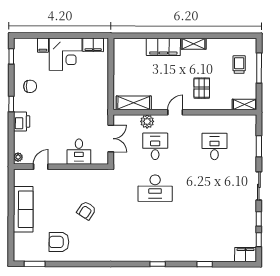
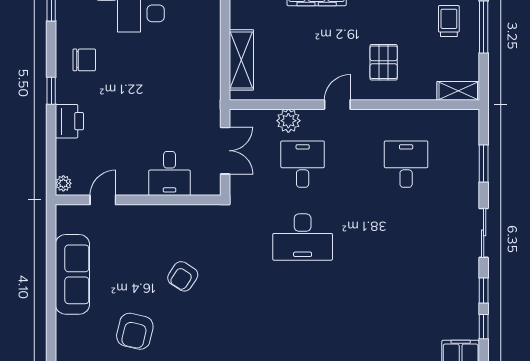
shelving: (134, 103) -> (241, 60), moved, turned 90
armchair: (59, 242) -> (135, 331), turned -77

